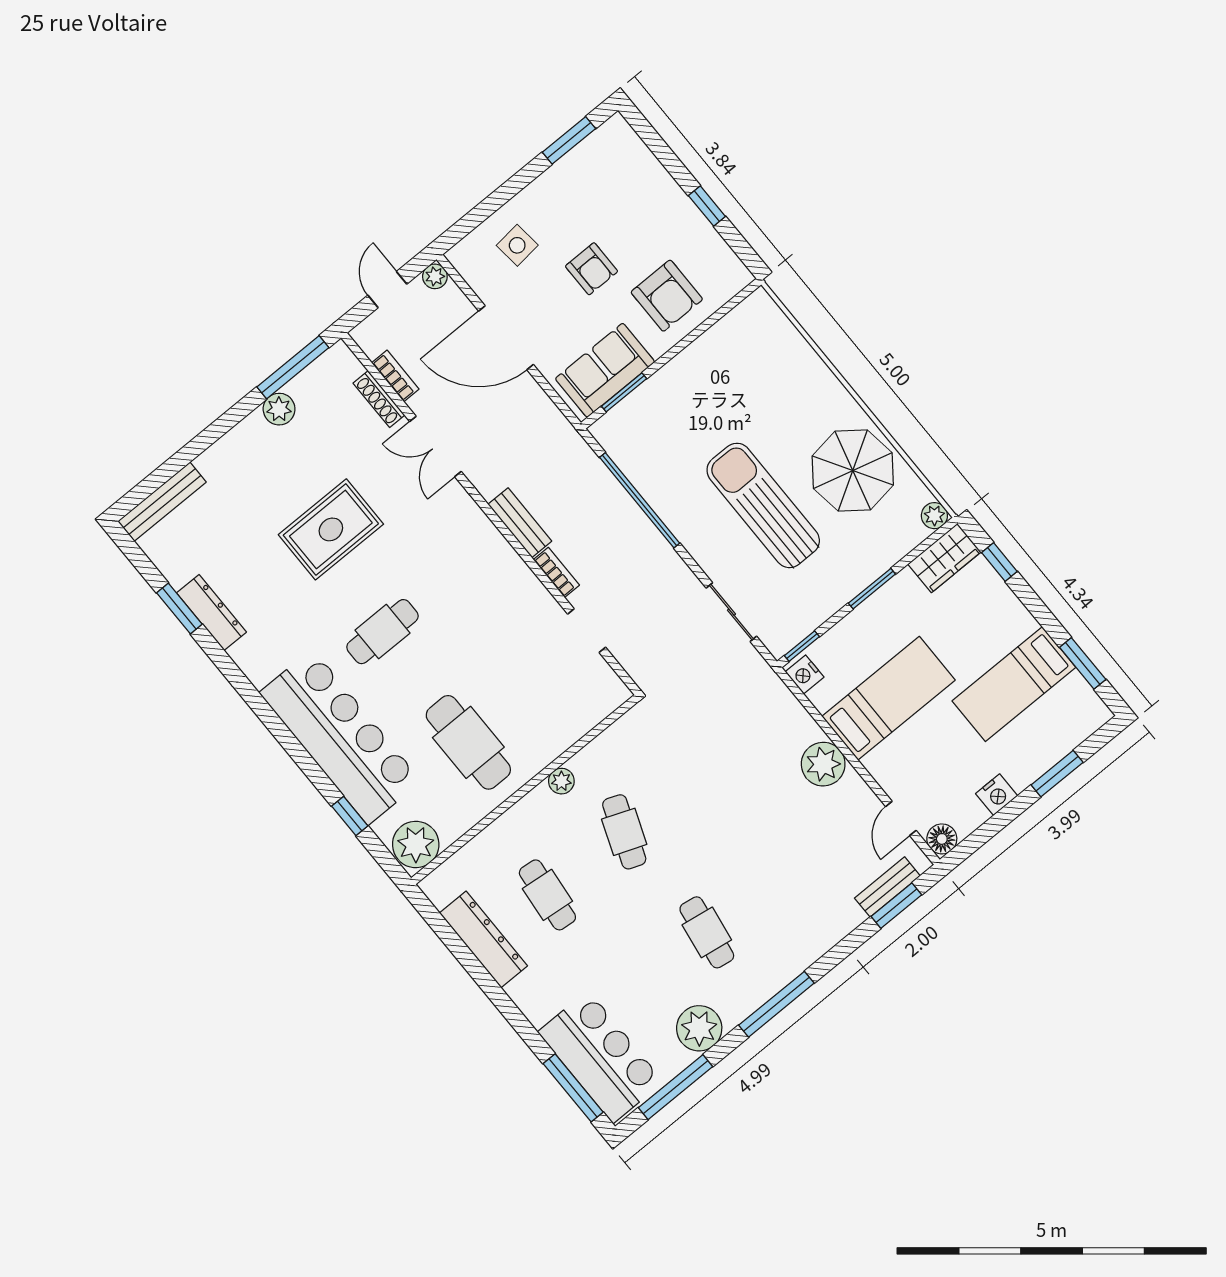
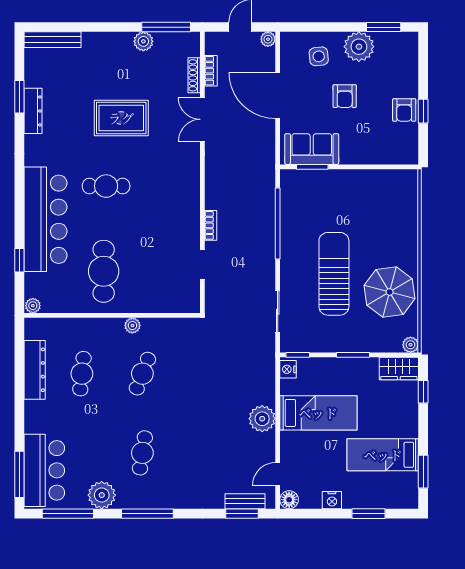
plant: (558, 191) -> (359, 47), added
armchair: (667, 296) -> (404, 110), moved, width x0.72, depth x0.72
bench: (520, 523) -> (213, 188), removed
plant: (416, 844) -> (33, 306), width x0.53, depth x0.53

